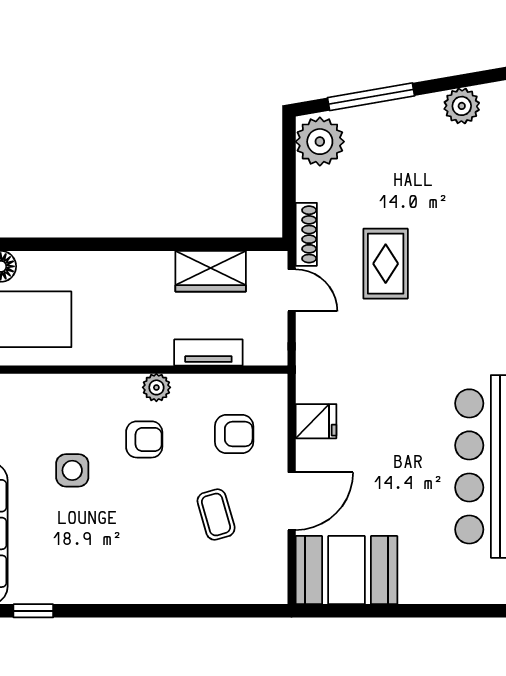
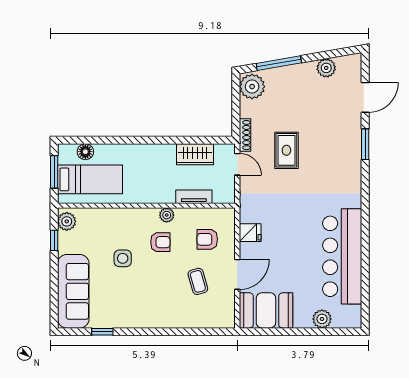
armchair: (234, 434) -> (207, 239), turned 180
plant: (454, 586) -> (322, 319), added

